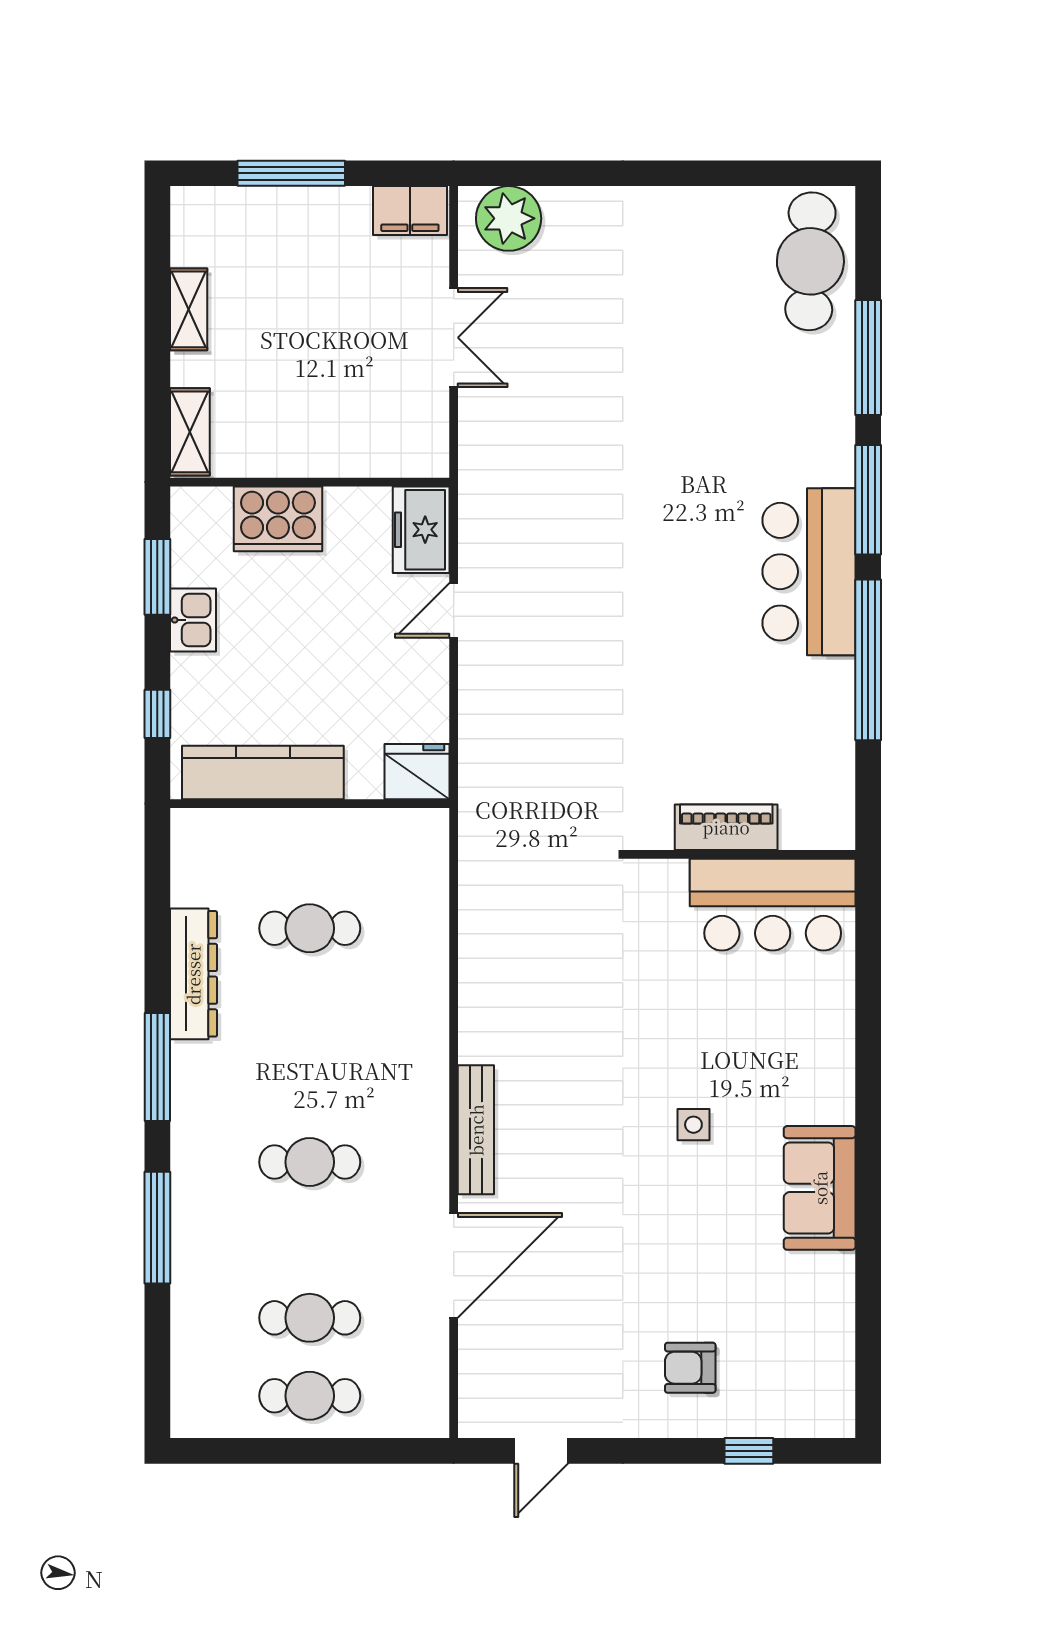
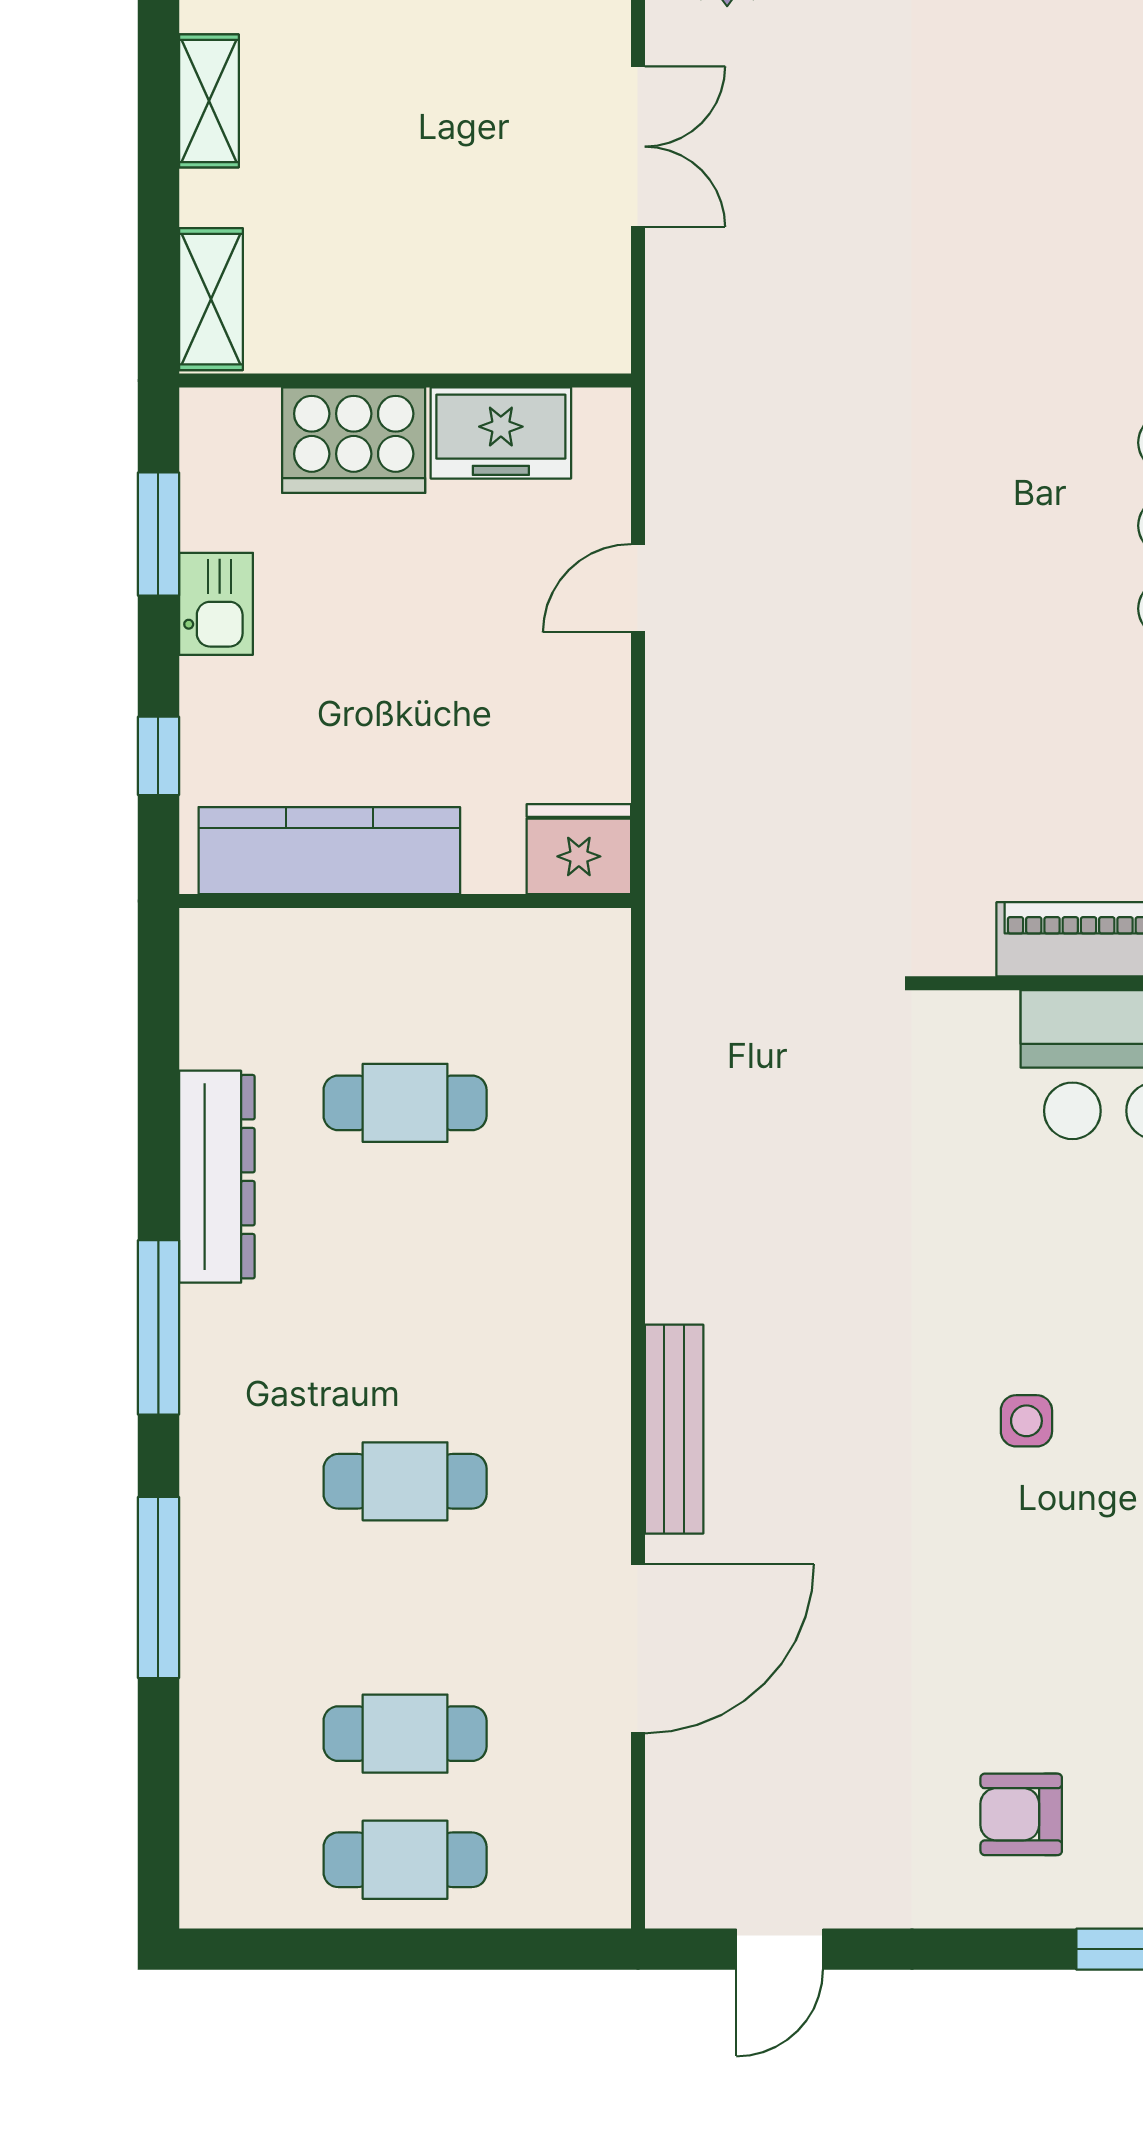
freezer: (421, 530) -> (501, 433), moved, turned -90

